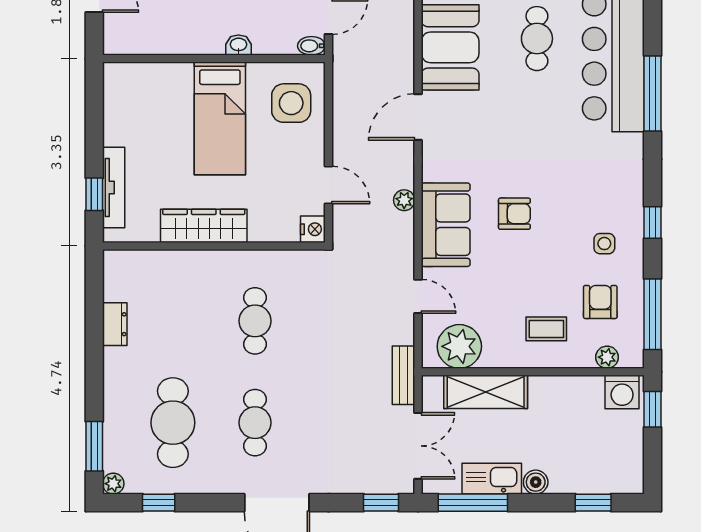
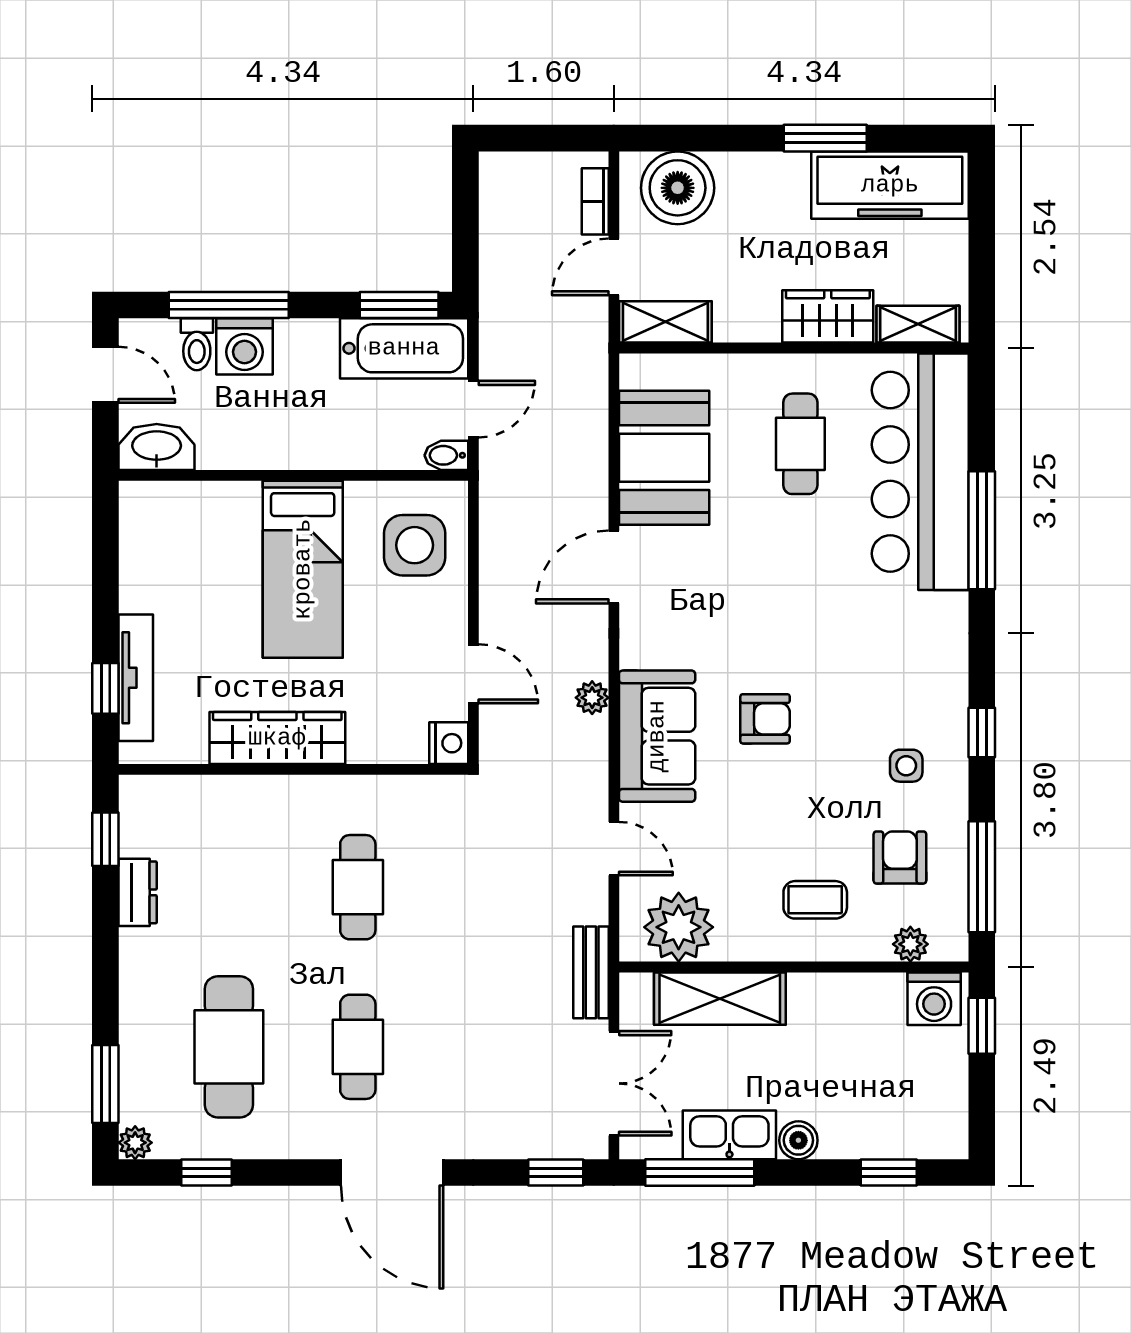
washbasin: (238, 45) -> (157, 447), moved, width x1.91, depth x1.45
window: (94, 290) -> (105, 839), added

